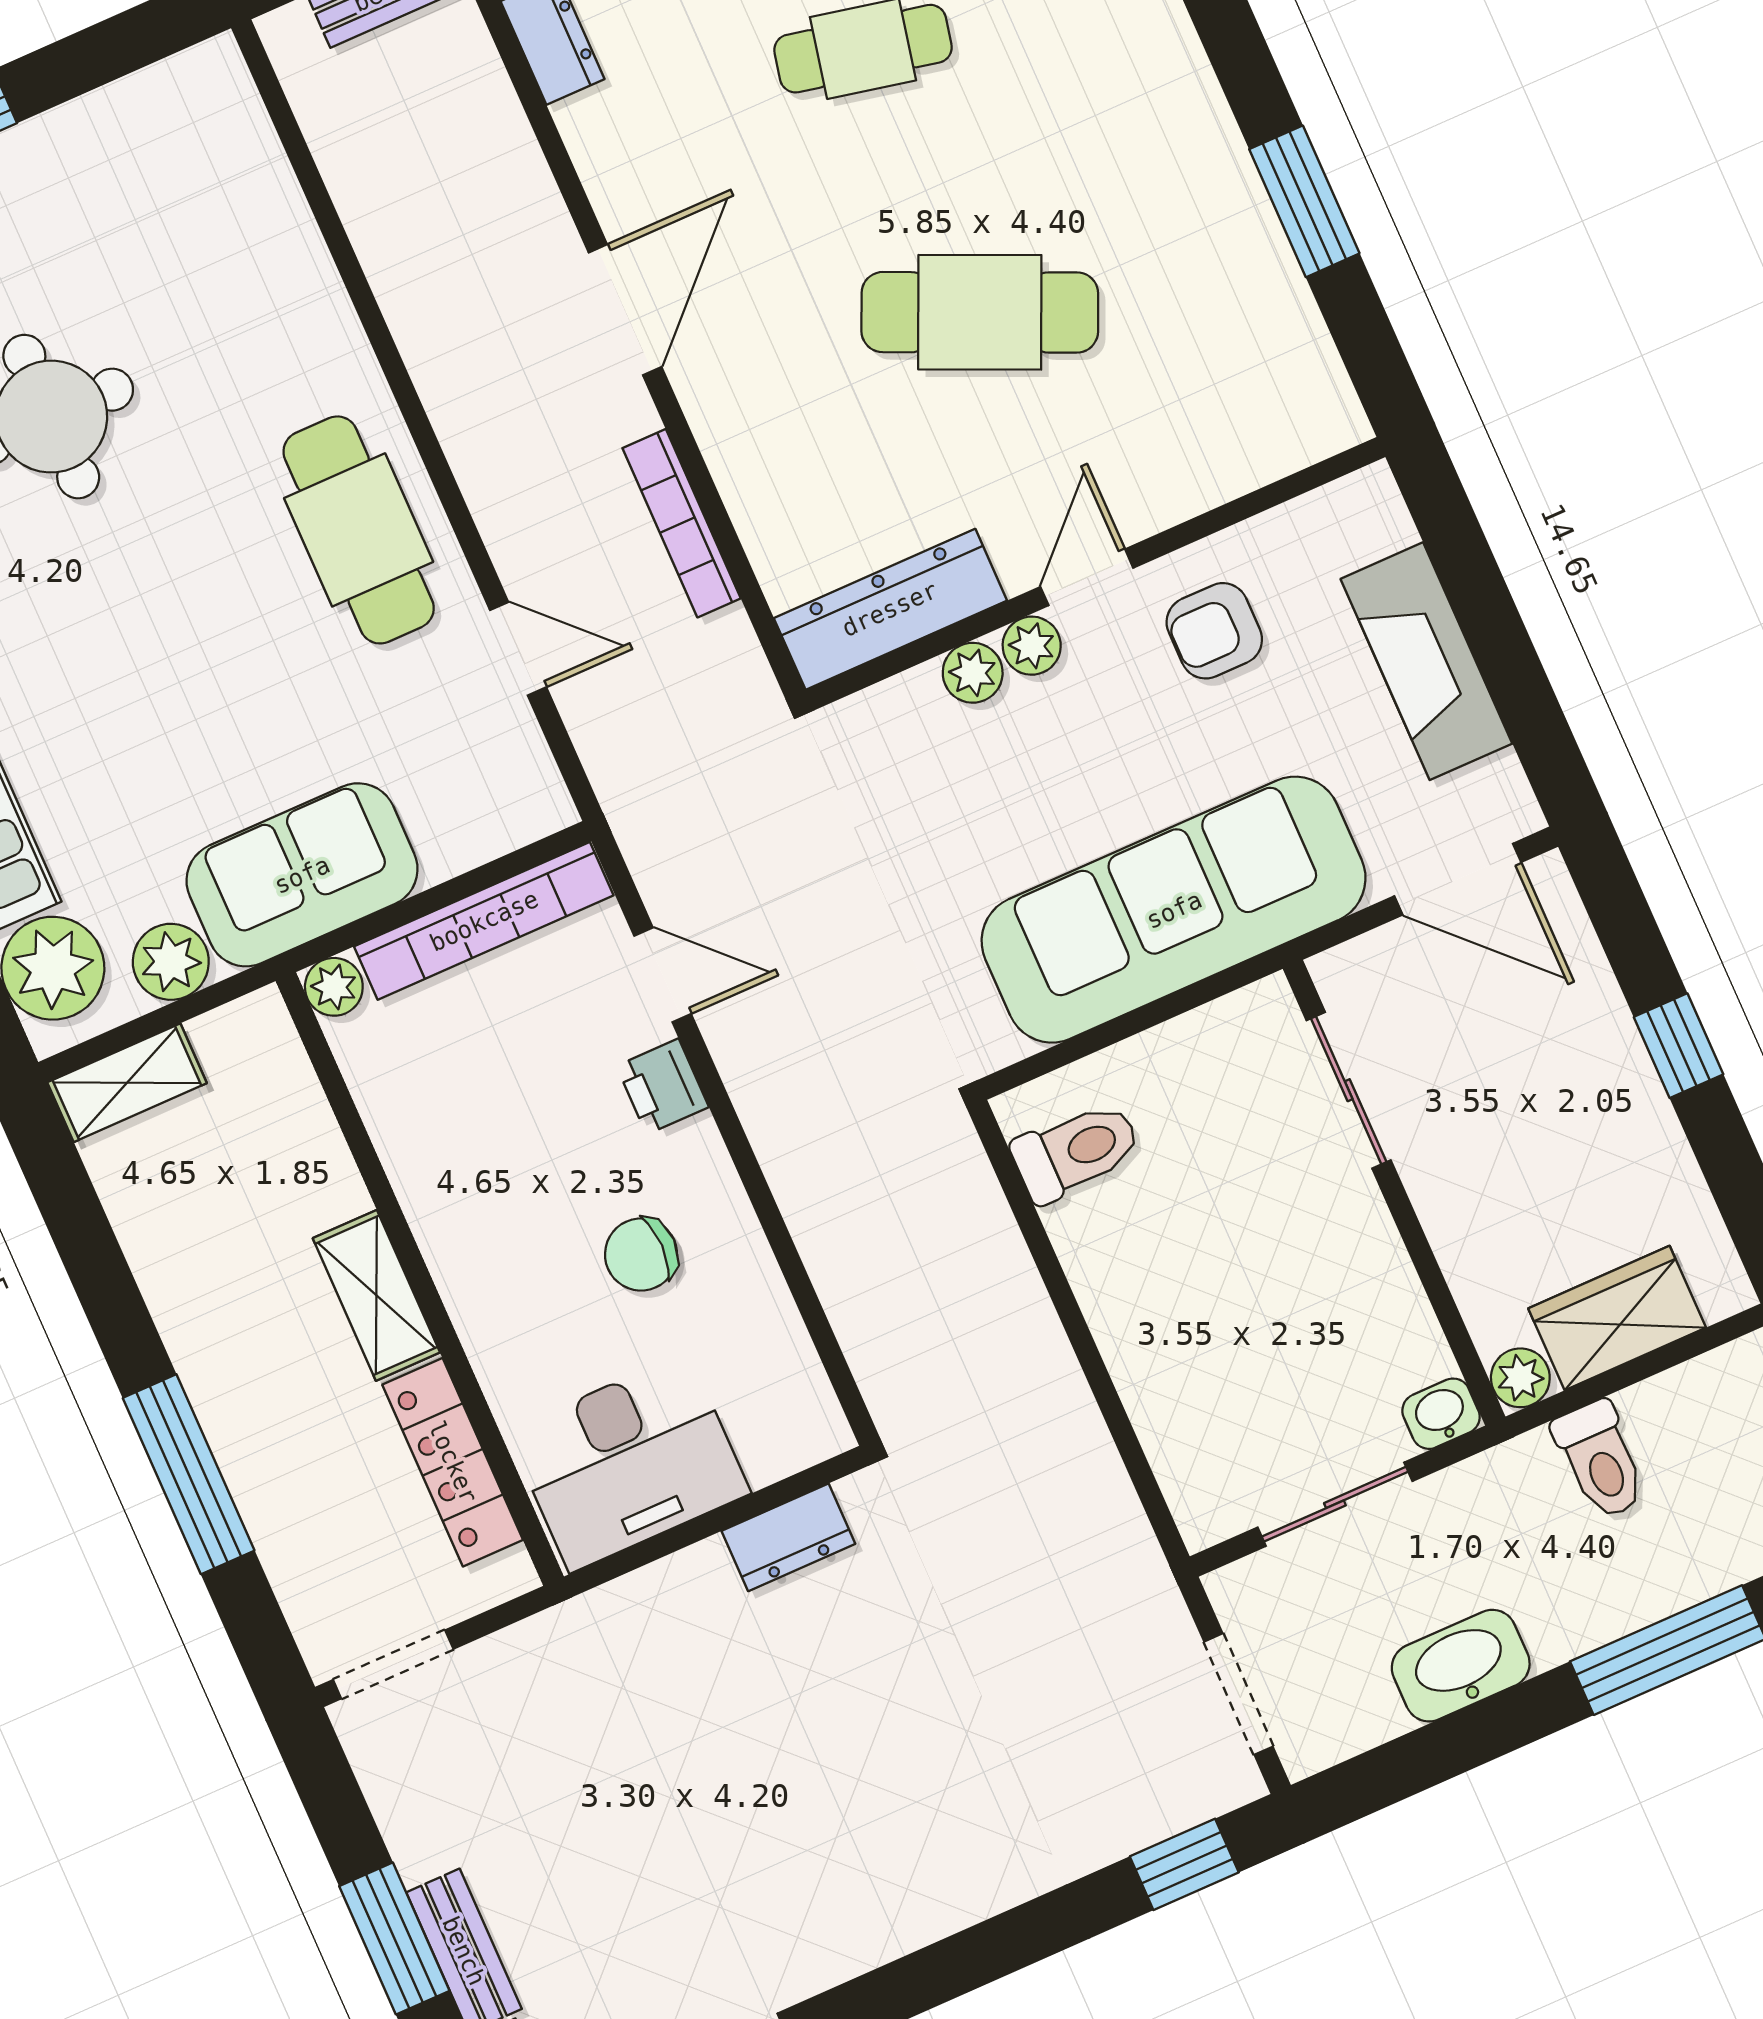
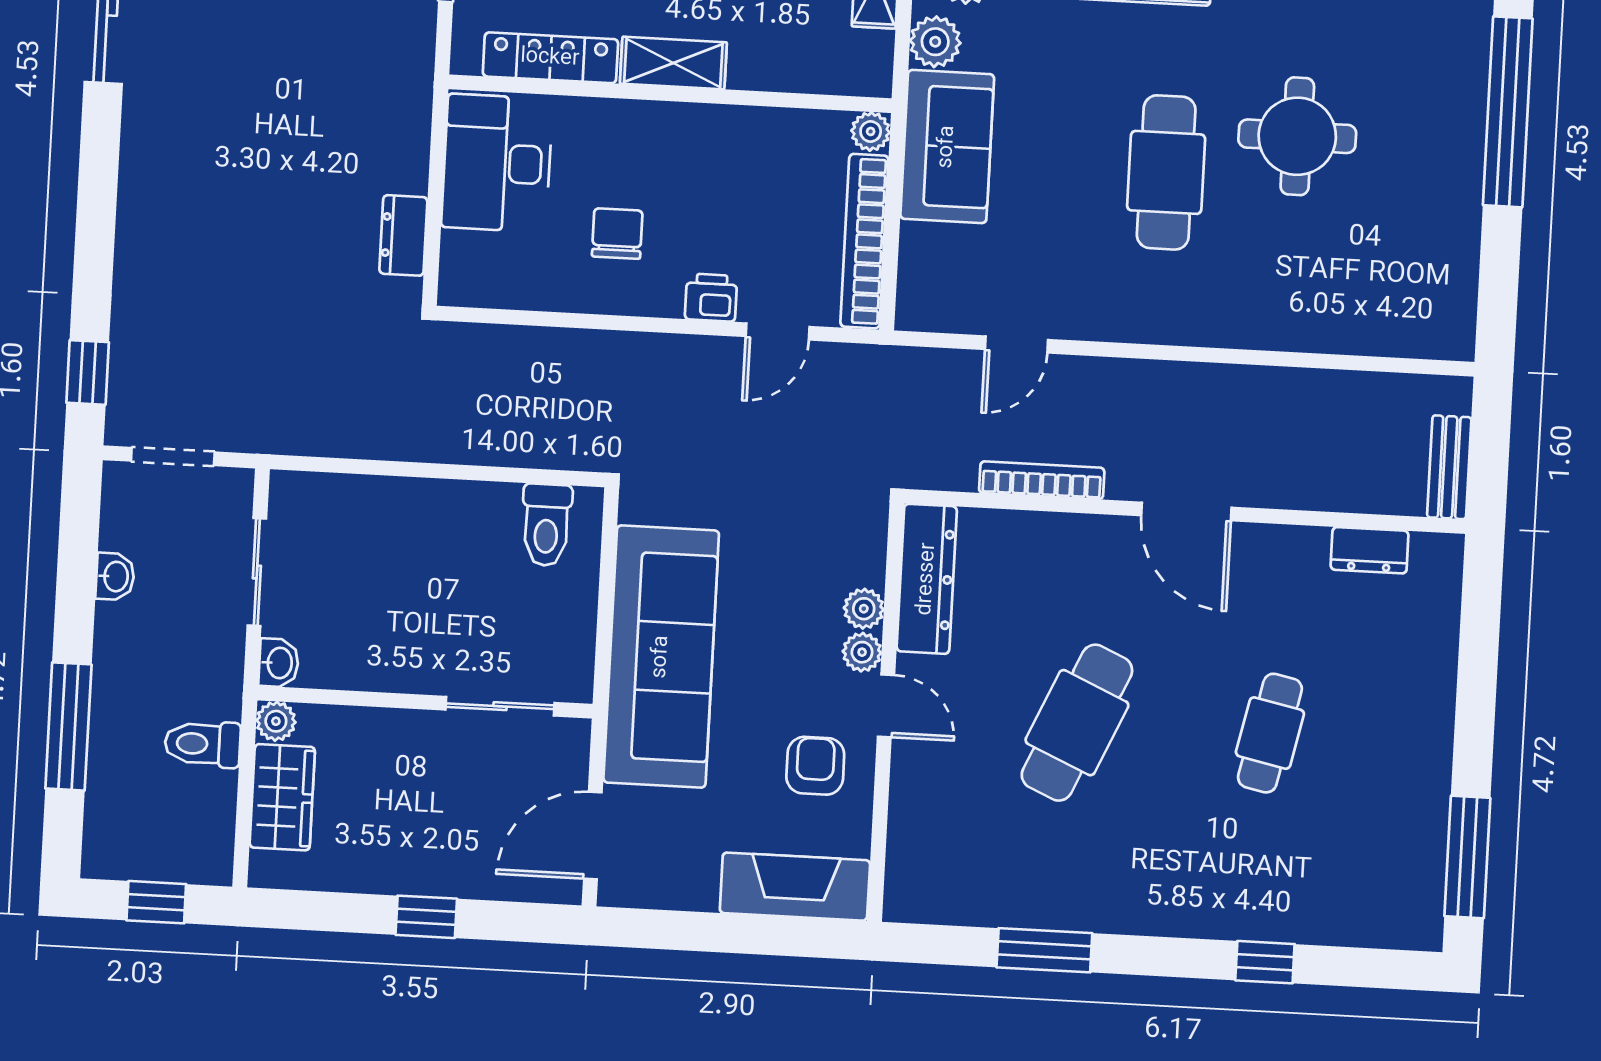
cafe table: (359, 530) -> (1166, 172), moved, turned 90
fireplace: (1426, 661) -> (795, 887), moved
washbasin: (1461, 1666) -> (115, 576), width x0.52, depth x0.69

